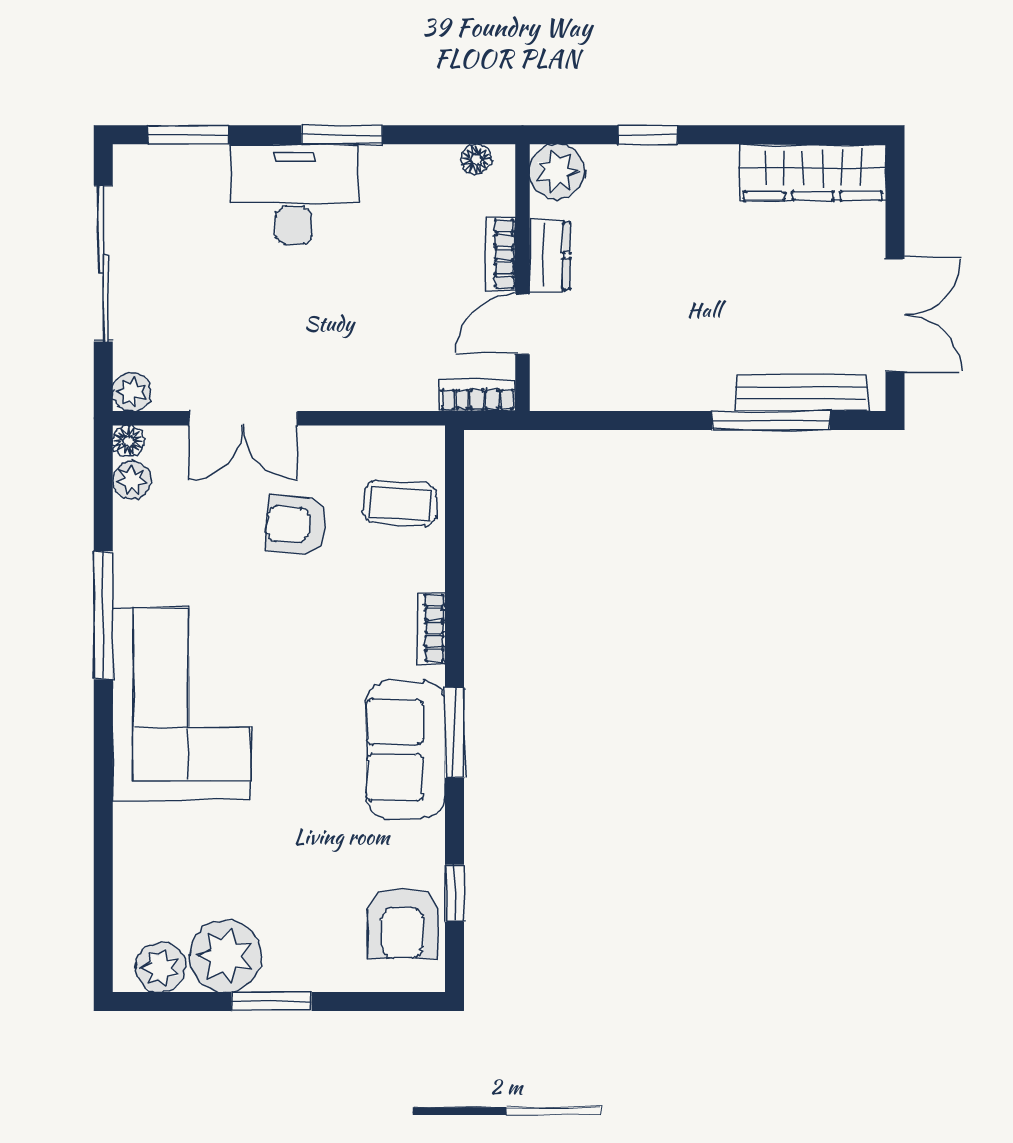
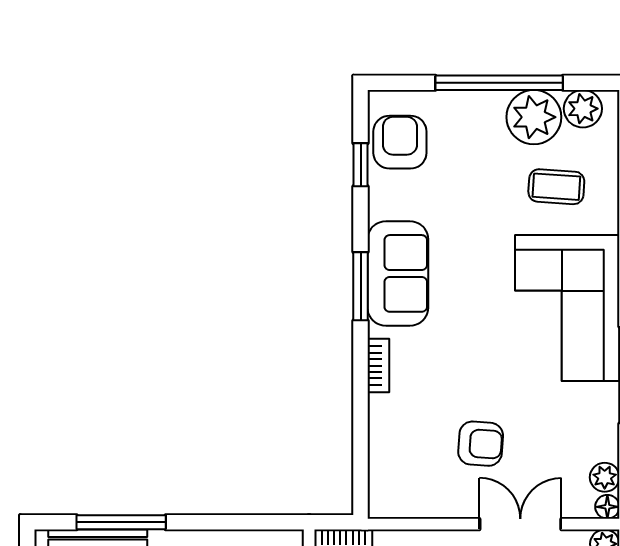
coffee table: (400, 504) -> (556, 187), moved
window: (271, 1002) -> (499, 83), width x2.11

